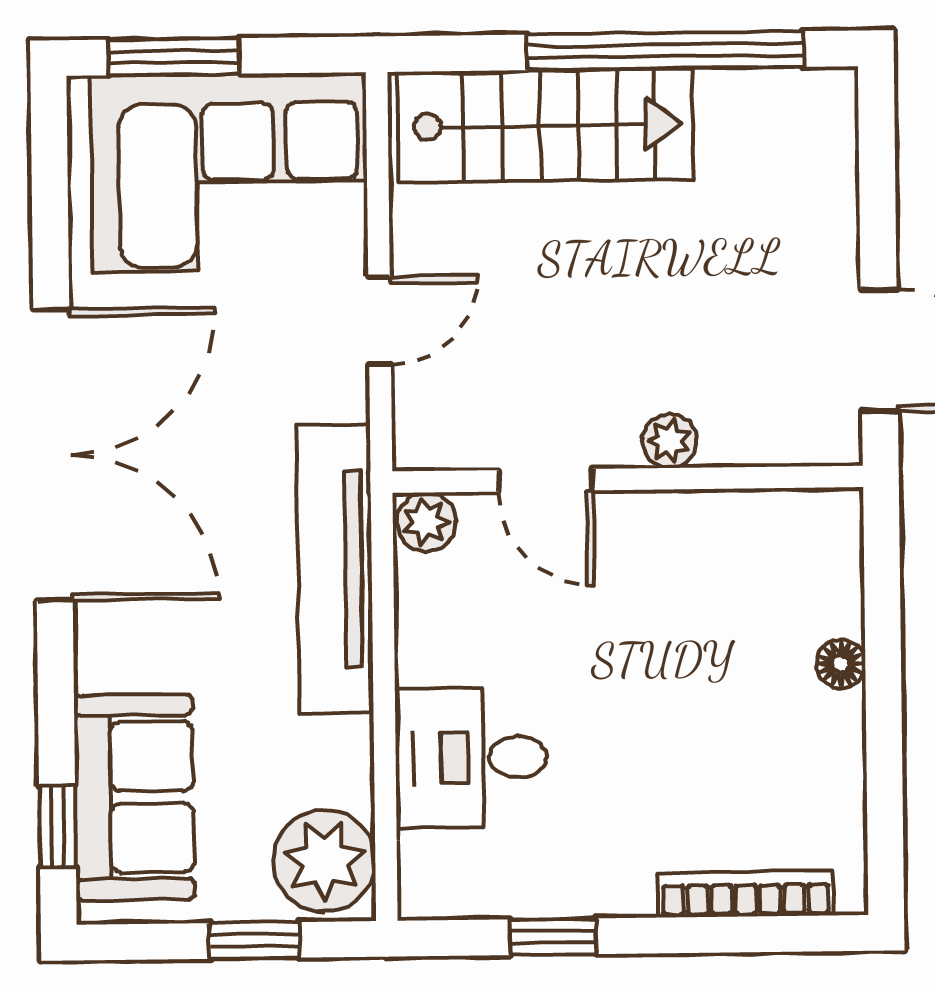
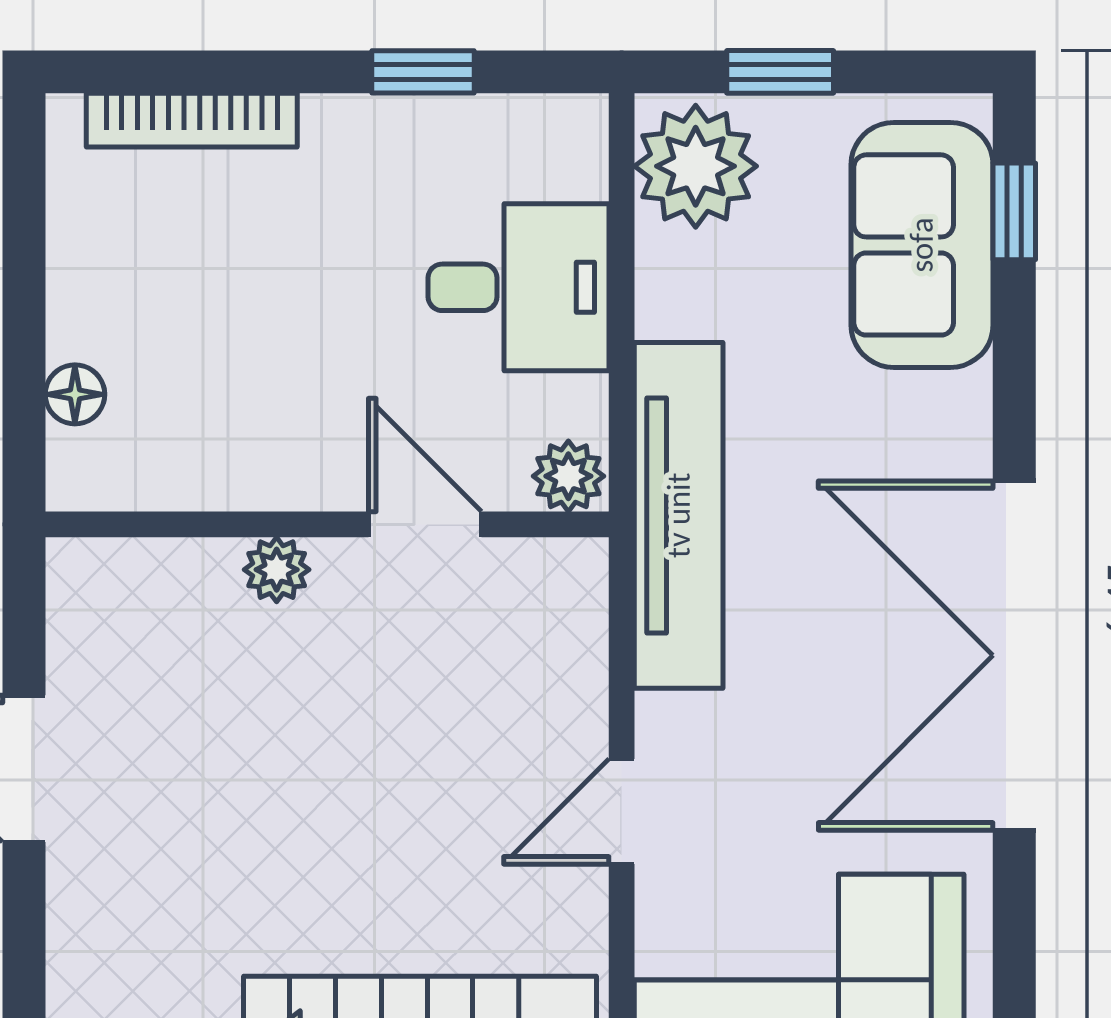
plant: (669, 441) -> (277, 570), moved
wall: (628, 479) -> (327, 524), moved
door: (546, 480) -> (425, 524), moved
plant: (426, 522) -> (568, 476), moved

